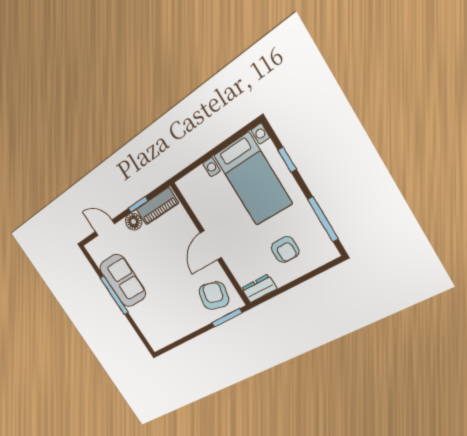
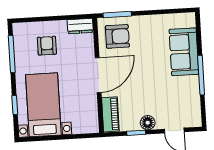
piano: (157, 206) -> (110, 114), moved, turned 90
door: (211, 245) -> (98, 75), width x1.36
sofa: (123, 281) -> (184, 52), moved
armchair: (214, 296) -> (117, 36), turned -104

